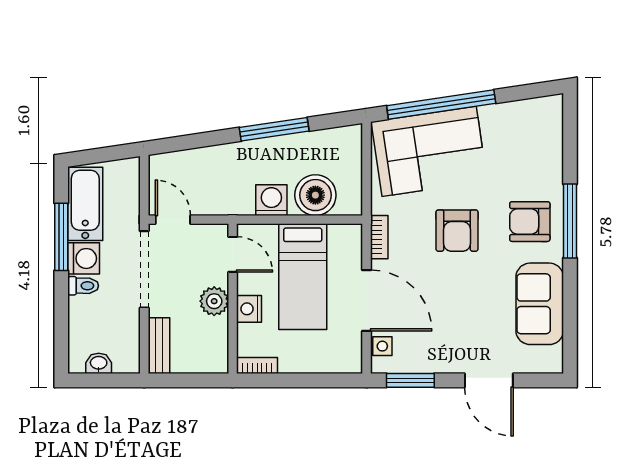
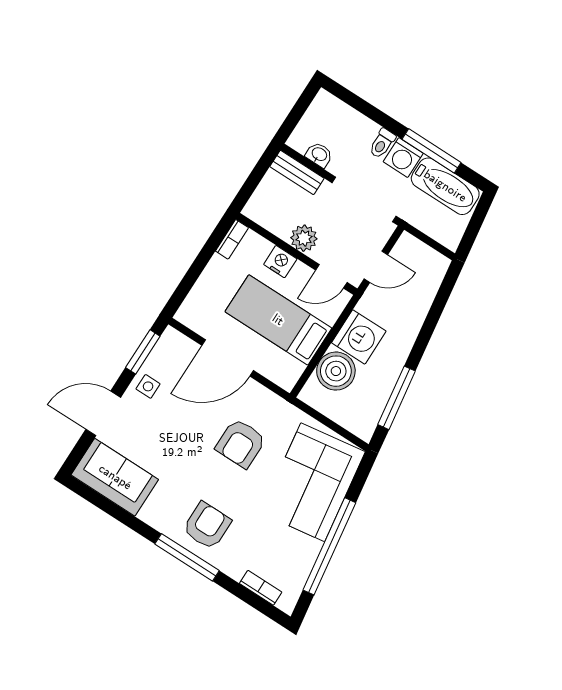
window: (441, 104) -> (329, 546), moved
window: (274, 129) -> (397, 398), moved
washing machine: (271, 200) -> (359, 337), width x1.37, depth x1.37
door: (173, 220) -> (376, 267), moved
armchair: (457, 231) -> (241, 443), moved, turned -90
bookcase: (379, 237) -> (261, 588), moved, turned 180
sofa: (540, 304) -> (115, 477), moved
side table: (382, 346) -> (148, 386), moved
washbasin: (99, 363) -> (319, 155), moved, turned -90

